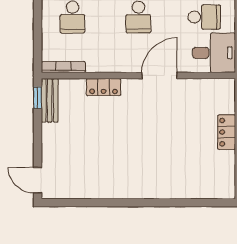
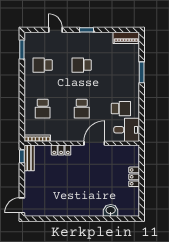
door: (38, 180) -> (22, 205), hinge flipped
washbasin: (187, 189) -> (111, 210), added

